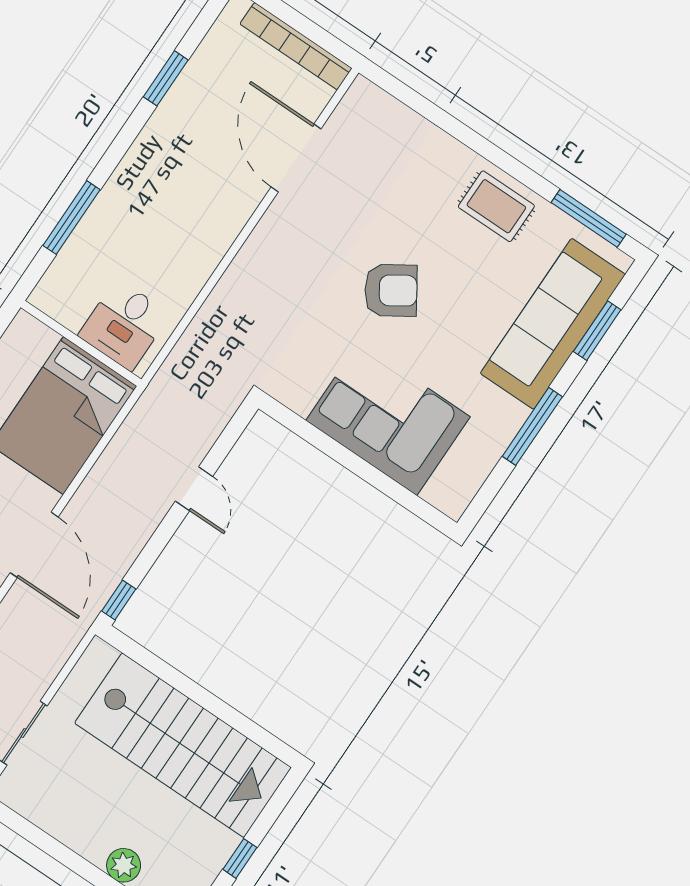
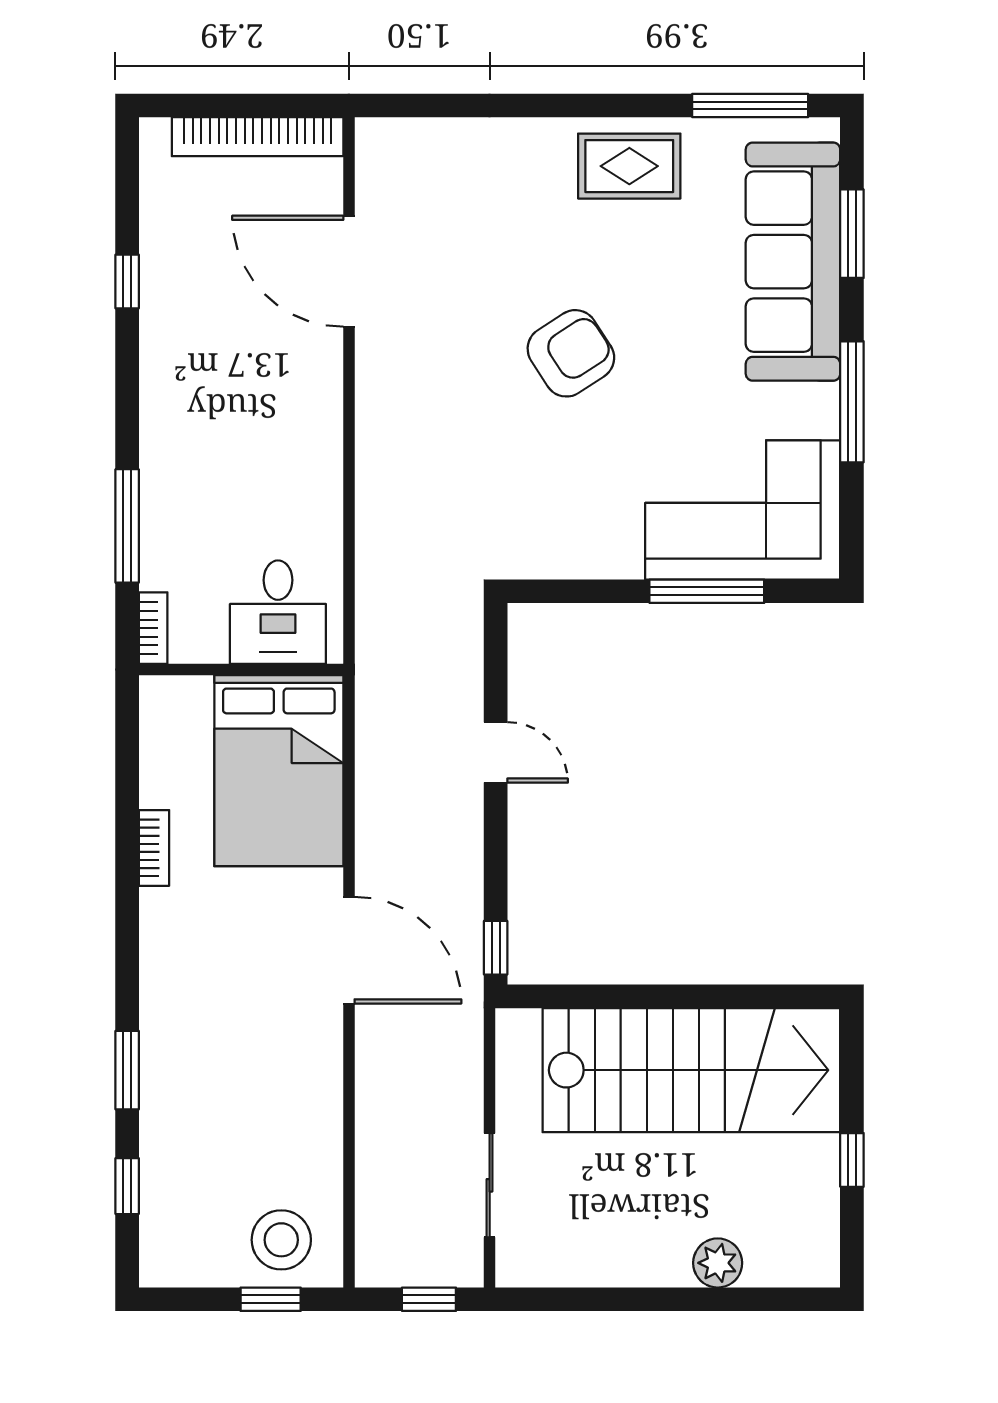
window: (166, 78) -> (127, 281), width x0.67
bookcase: (47, 286) -> (153, 628), added
corner sofa: (388, 419) -> (743, 510), moved
window: (377, 478) -> (707, 591), added

